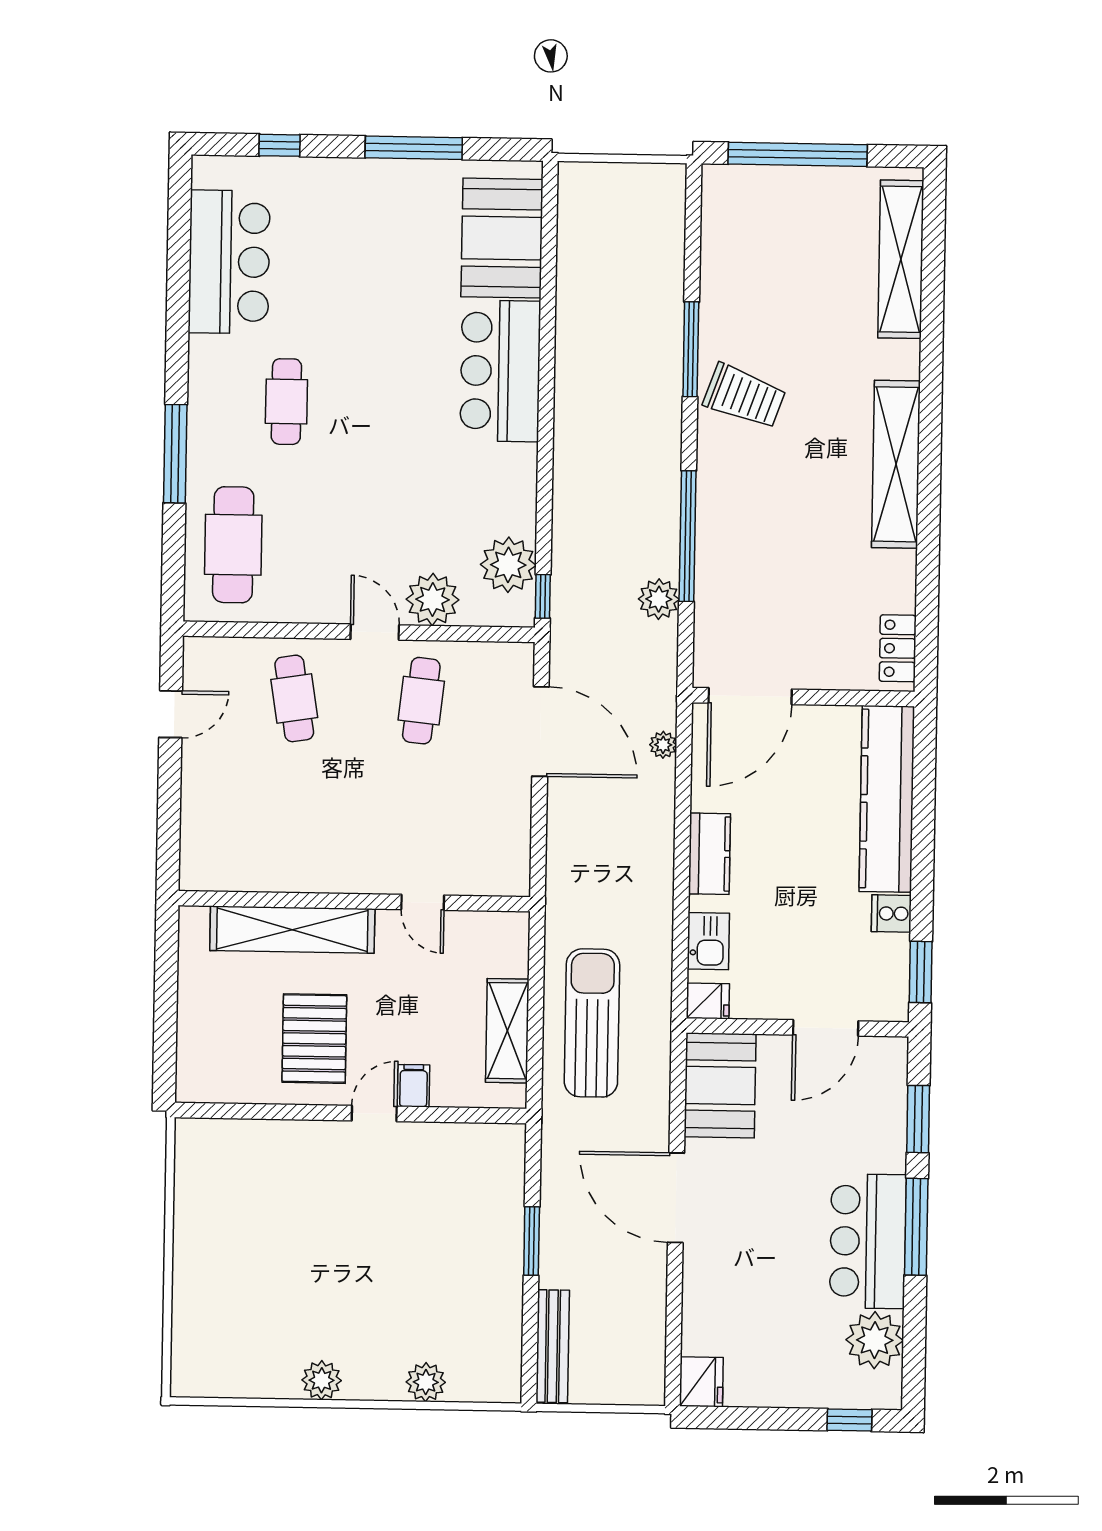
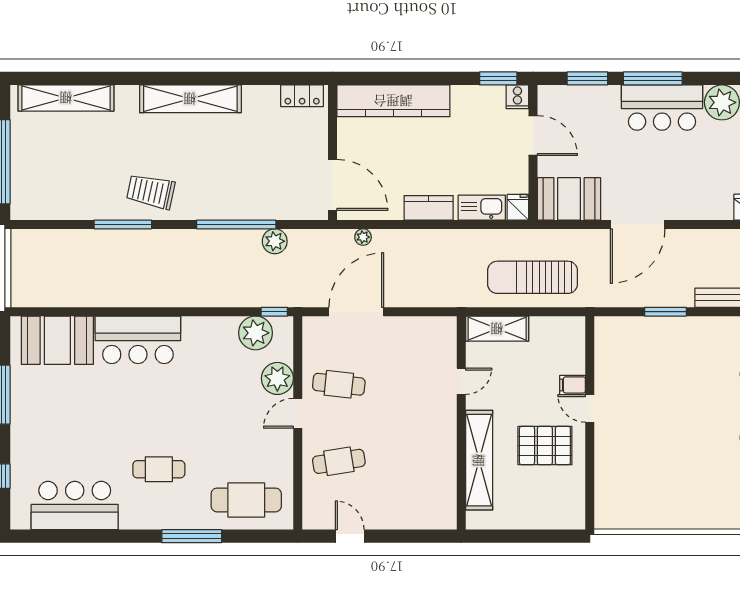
trolley: (744, 396) -> (151, 191), turned -98
cooker: (891, 914) -> (517, 97), moved
kitchen sink: (708, 941) -> (482, 208), width x1.38
shelving: (507, 1031) -> (497, 329), moved

